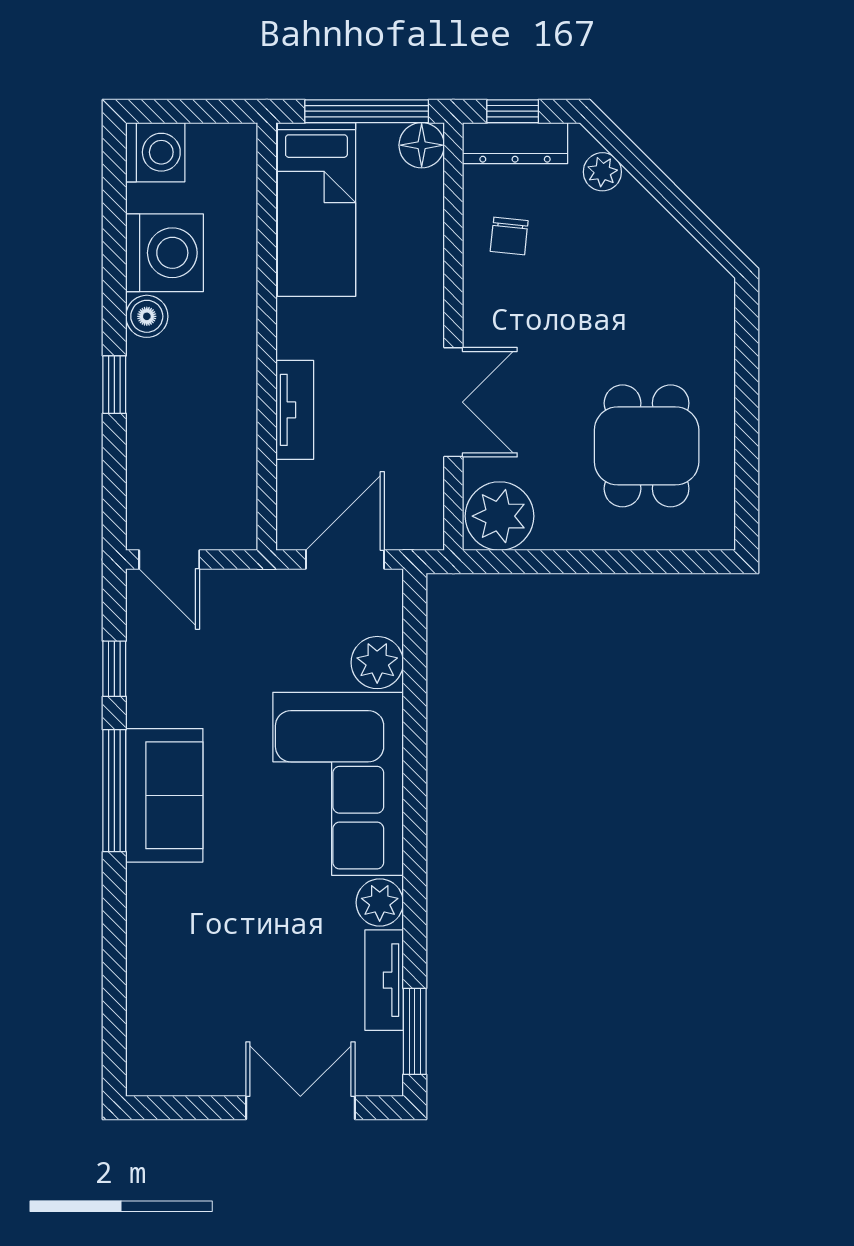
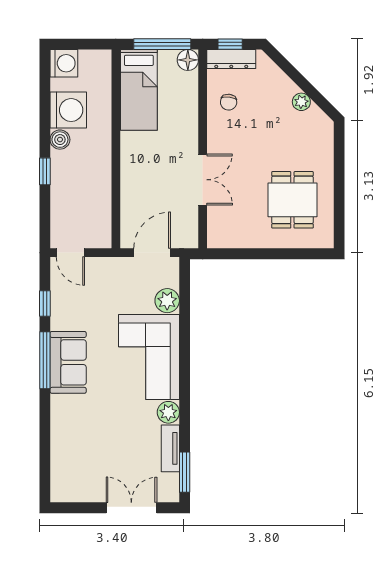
plant: (602, 172) -> (301, 102), moved
tv unit: (295, 410) -> (129, 183), removed
plant: (500, 516) -> (224, 232), removed

